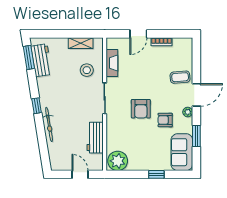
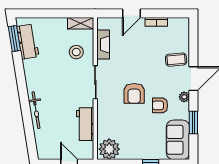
shelving: (81, 43) -> (81, 23), moved
window: (37, 106) -> (23, 90), removed

